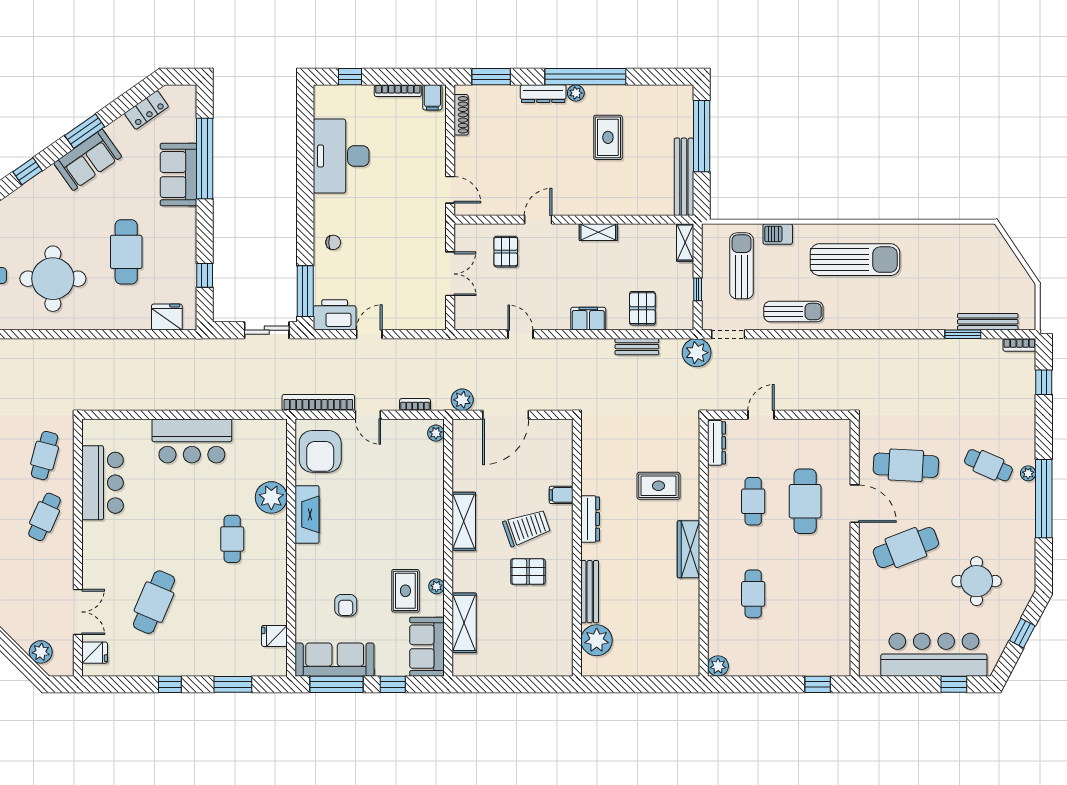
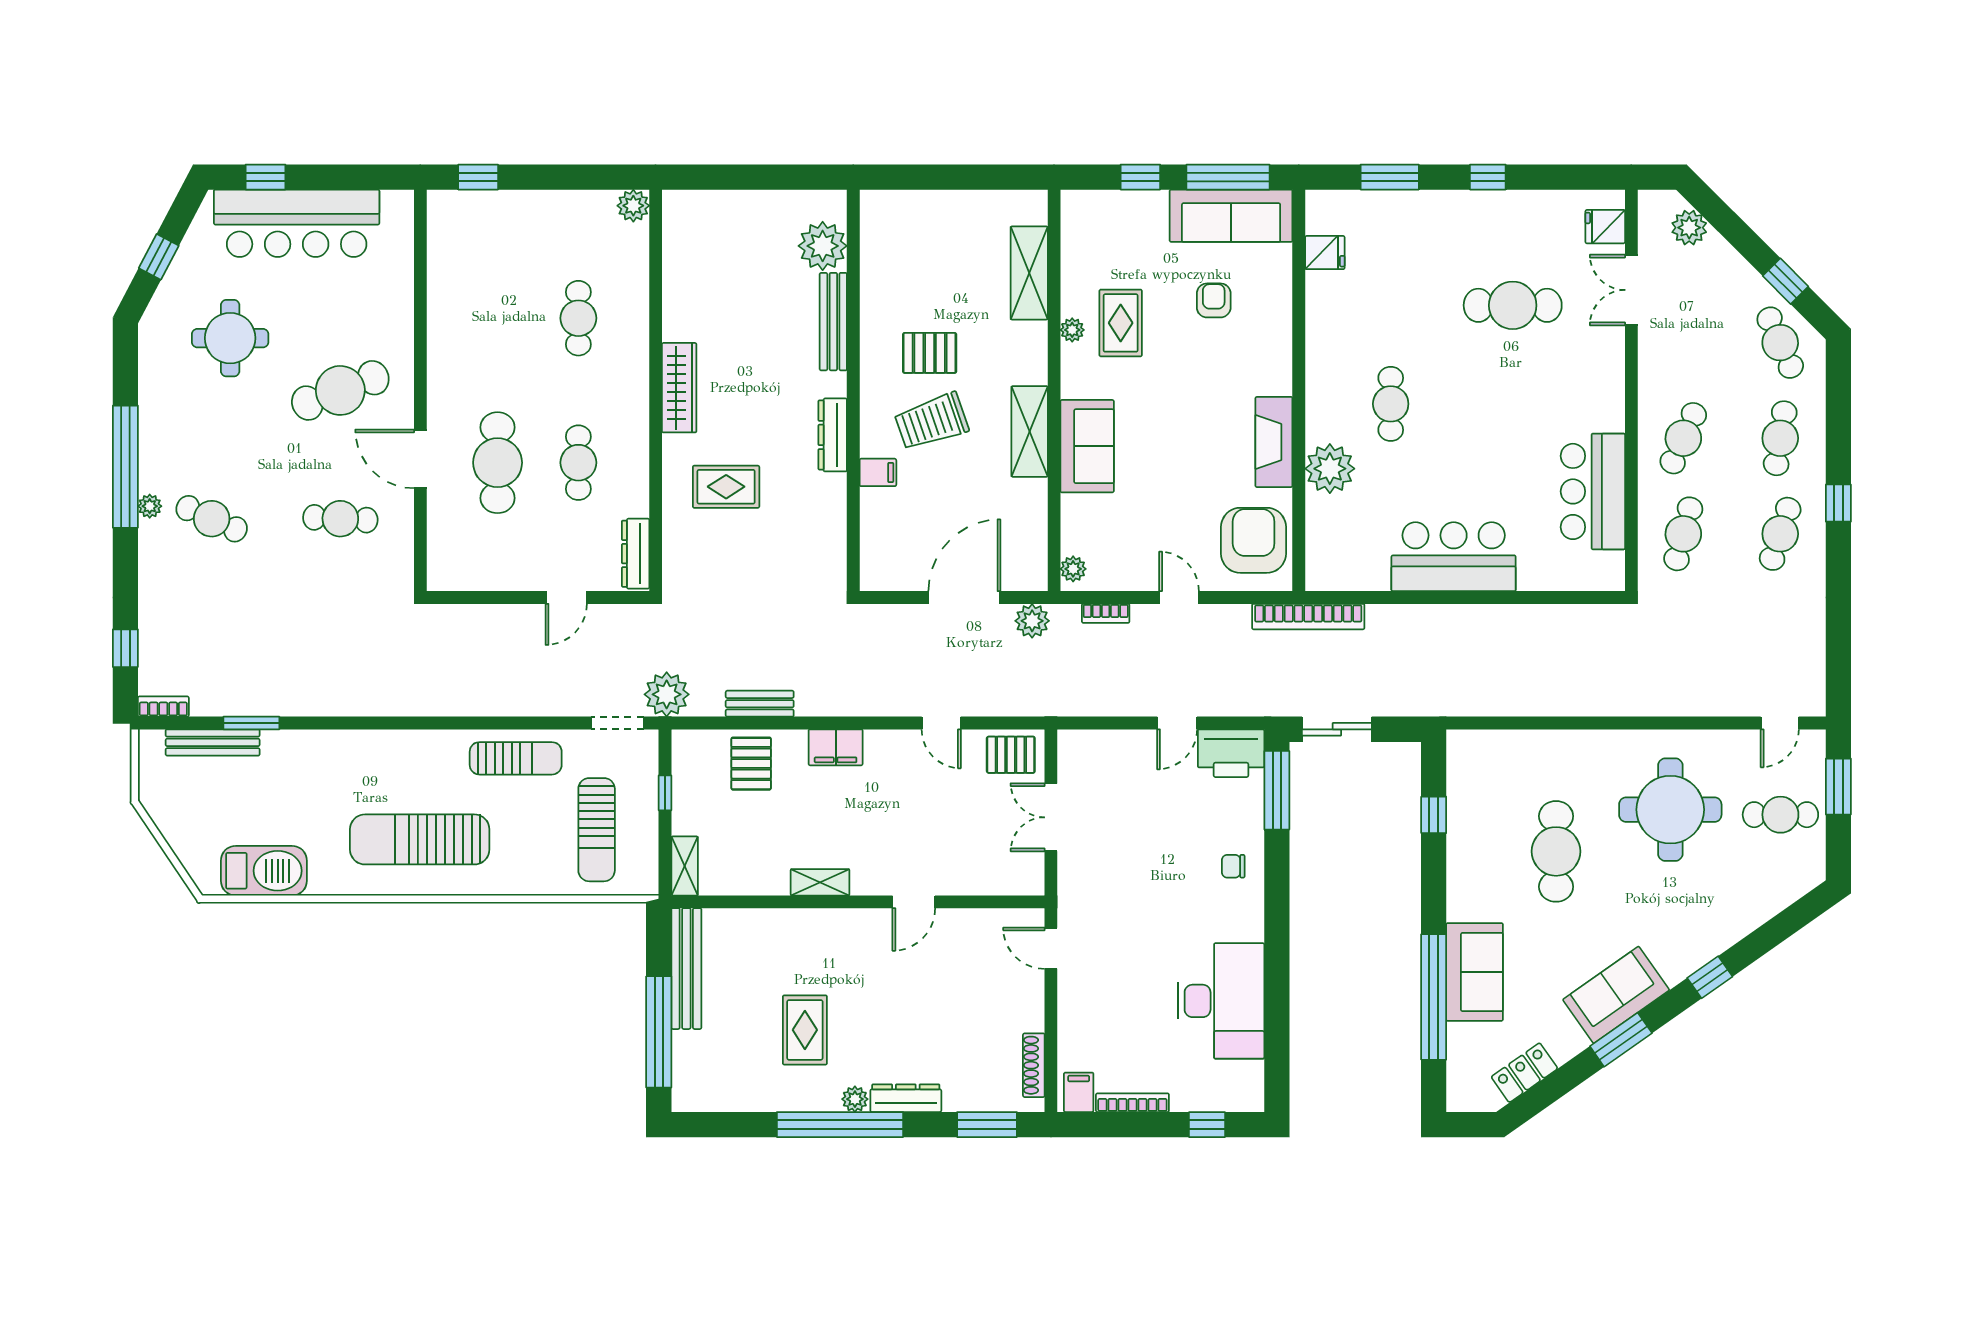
barbecue: (778, 234) -> (264, 871), moved, width x1.88, depth x1.53
pallet: (506, 252) -> (1011, 755), moved, turned 90
sun lounger: (793, 312) -> (516, 758), turned 180
fridge: (167, 317) -> (1493, 750), removed
bookcase: (318, 403) -> (1308, 617), moved
cafe table: (906, 465) -> (340, 519), width x0.73, depth x0.74
cafe table: (154, 602) -> (1513, 305), turned 67
sofa: (427, 647) -> (1087, 446), moved

